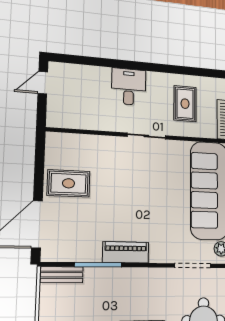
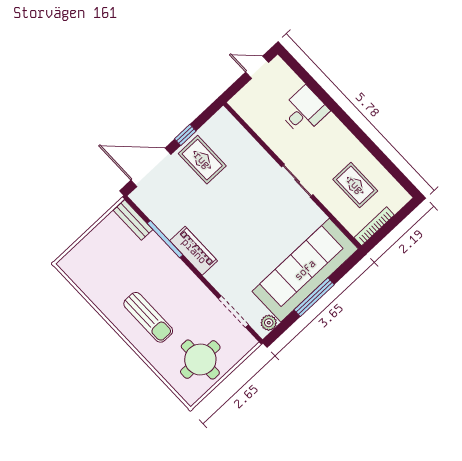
desk: (129, 87) -> (304, 111), moved
rug: (185, 104) -> (355, 185), turned 90
window: (39, 177) -> (185, 135), added

